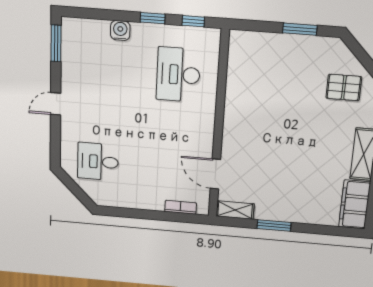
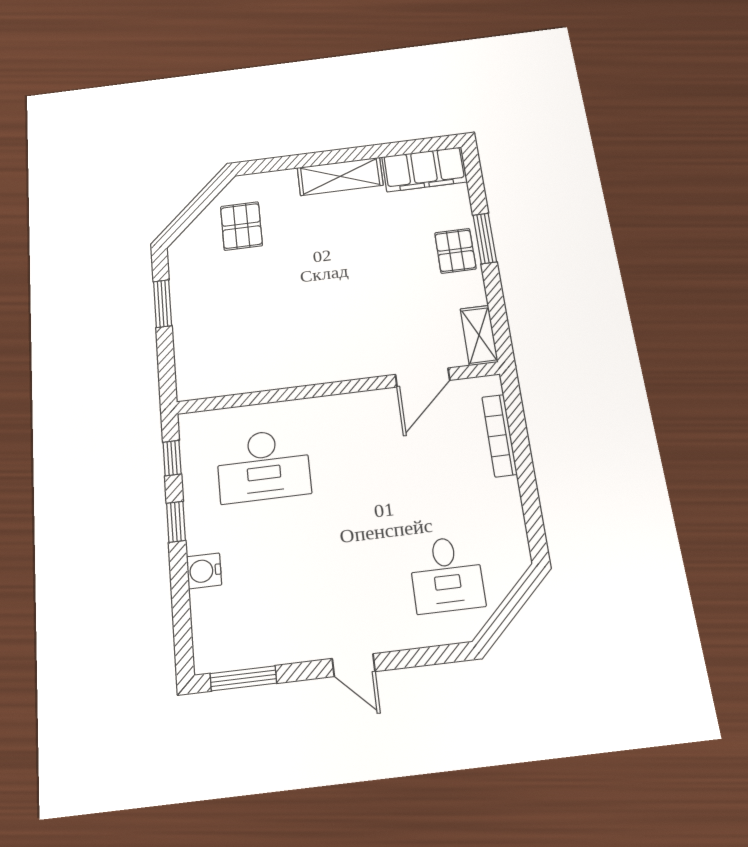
bookcase: (181, 207) -> (499, 435), width x1.56
pallet: (293, 210) -> (455, 251), added
window: (274, 226) -> (485, 238), moved

